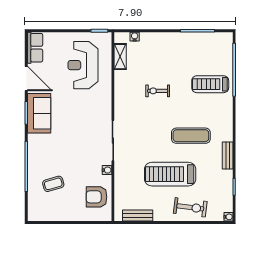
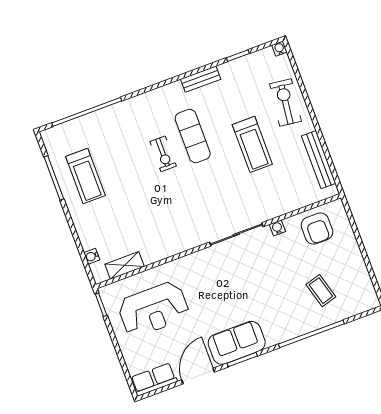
treadmill: (210, 84) -> (85, 176), moved
exercise bike: (158, 91) -> (163, 154), moved
treadmill: (170, 174) -> (252, 144), width x0.73, depth x0.73
bench: (138, 215) -> (319, 160), width x1.36

